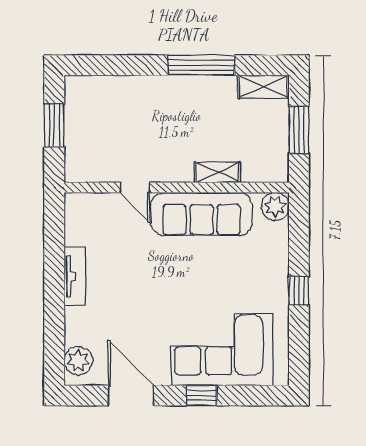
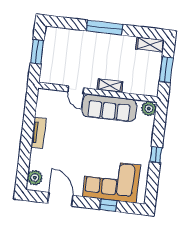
window: (201, 65) -> (105, 28), moved
shelving: (217, 172) -> (110, 86), moved
window: (202, 396) -> (108, 205), moved

